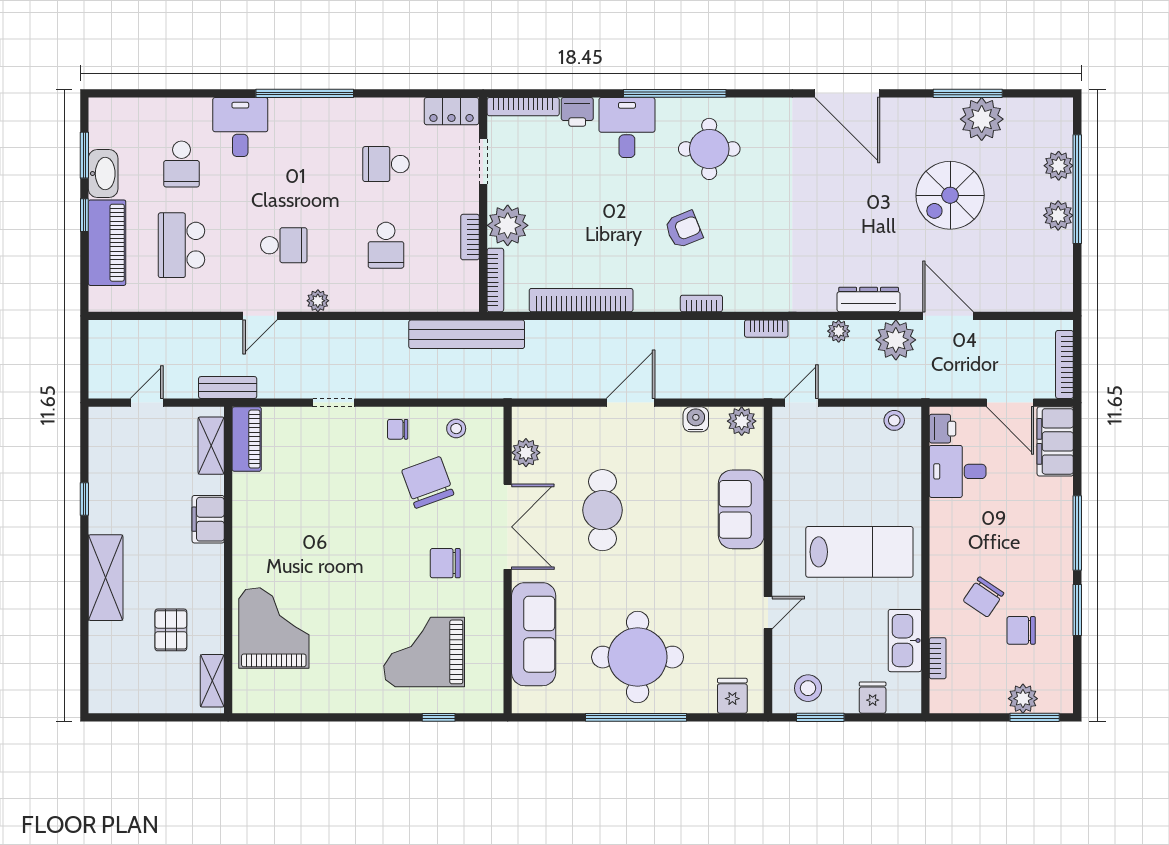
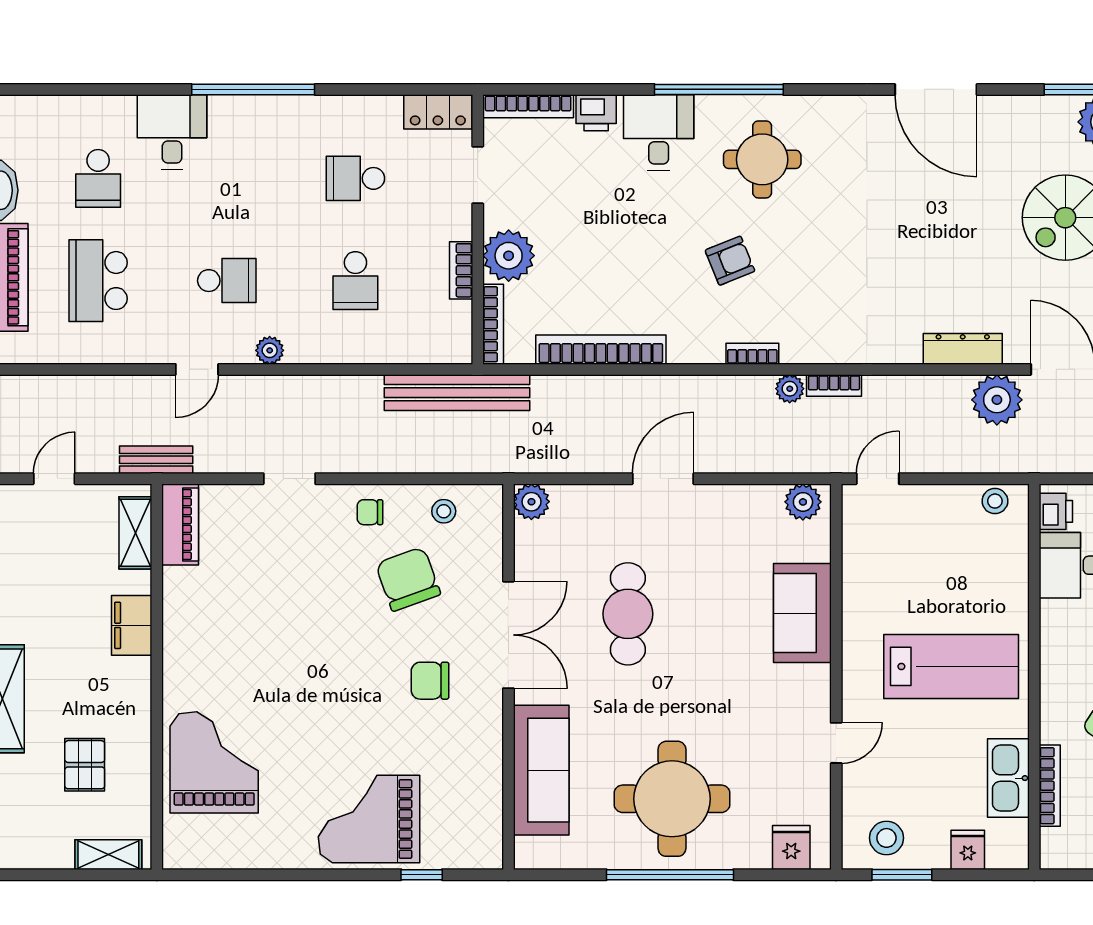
plant: (839, 331) -> (790, 389), moved
water cooler: (696, 419) -> (745, 500), removed
plant: (526, 453) -> (531, 502), moved
grand piano: (424, 652) -> (369, 819), moved
bookcase: (938, 658) -> (1050, 786), width x1.56
shelving: (212, 681) -> (108, 855), moved, turned 90

